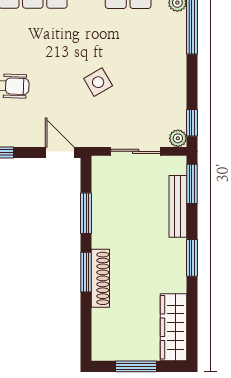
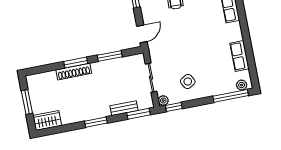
side table: (98, 82) -> (188, 82), moved
bench: (178, 206) -> (124, 108), width x0.73
wardrobe: (174, 327) -> (47, 120), width x0.67

